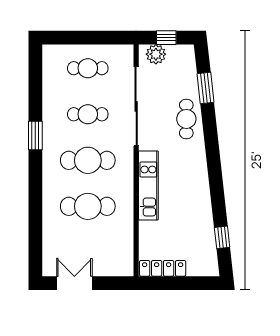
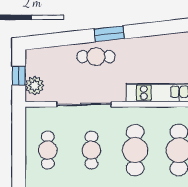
window: (205, 88) -> (109, 34), moved
sliding door: (136, 106) -> (84, 104), width x0.73

